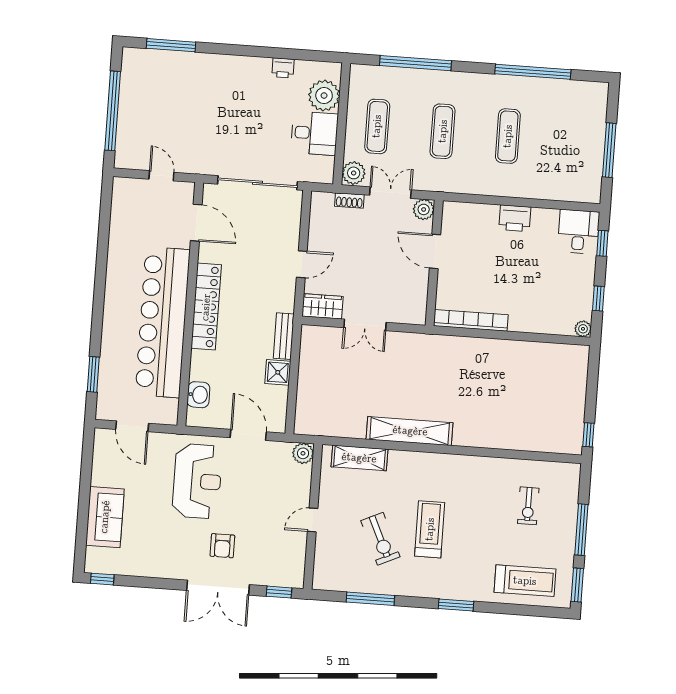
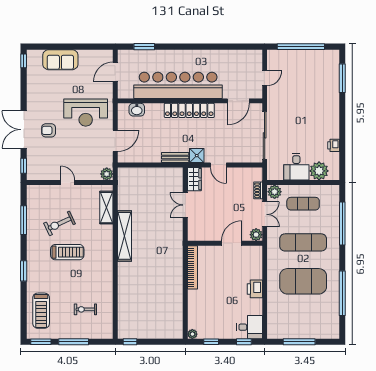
exercise mat: (443, 131) -> (303, 242), width x1.36, depth x1.45
exercise mat: (508, 136) -> (303, 281), width x2.00, depth x1.45
shower: (278, 372) -> (197, 156), moved

